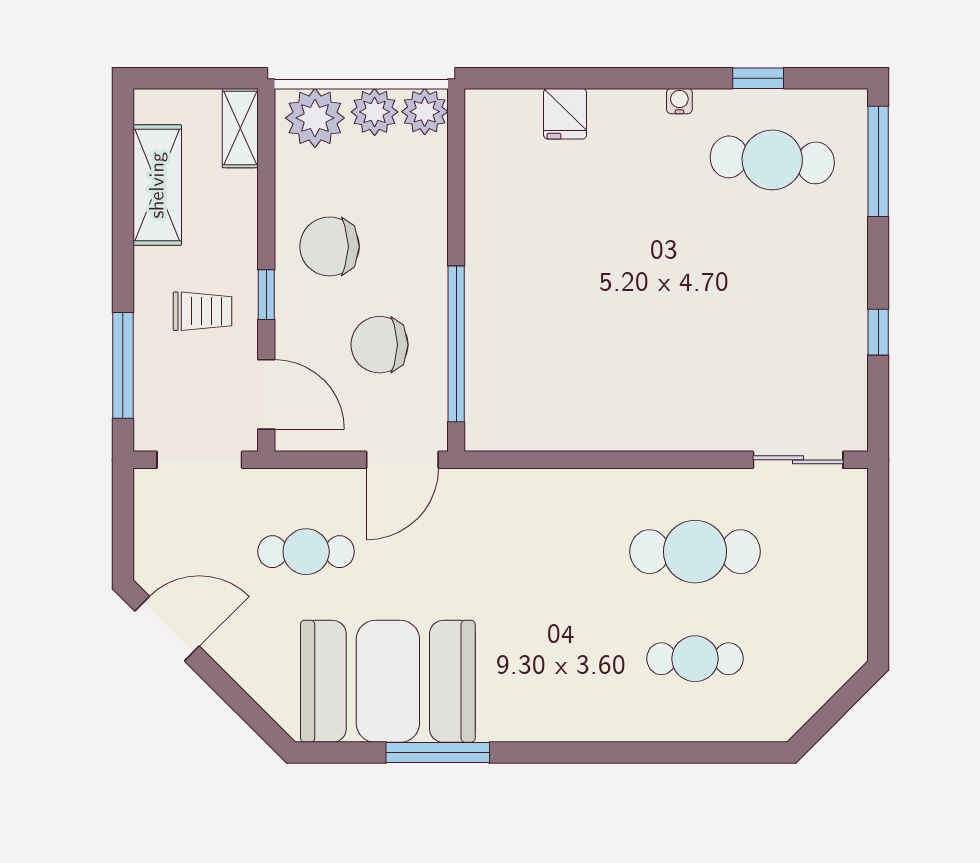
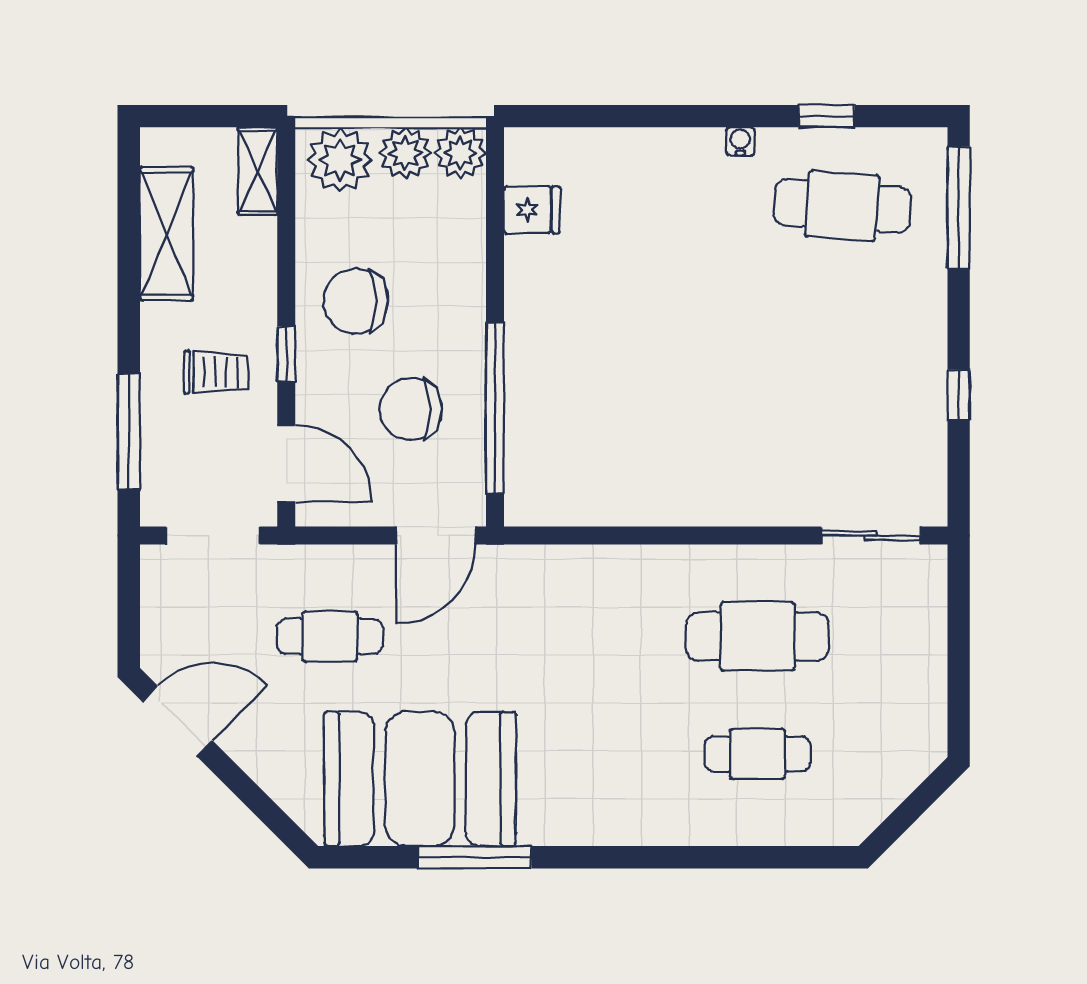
fridge: (565, 114) -> (532, 210), moved, turned -90

